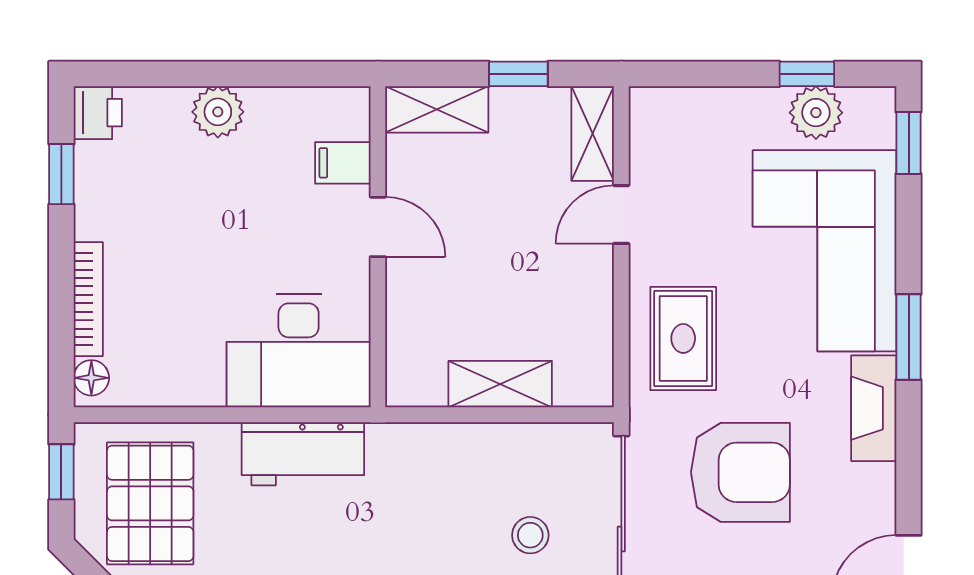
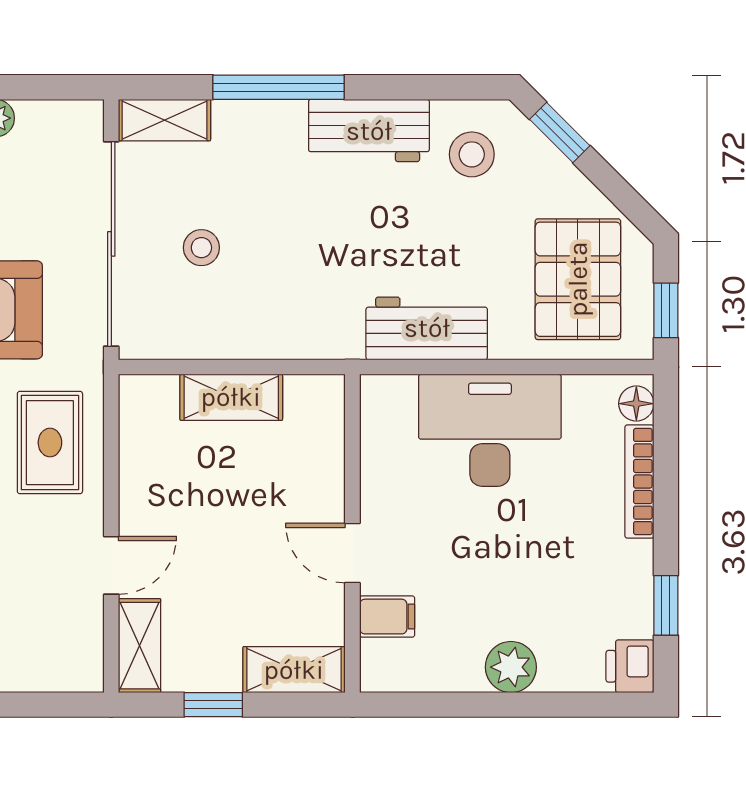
desk: (299, 351) -> (490, 430), moved

